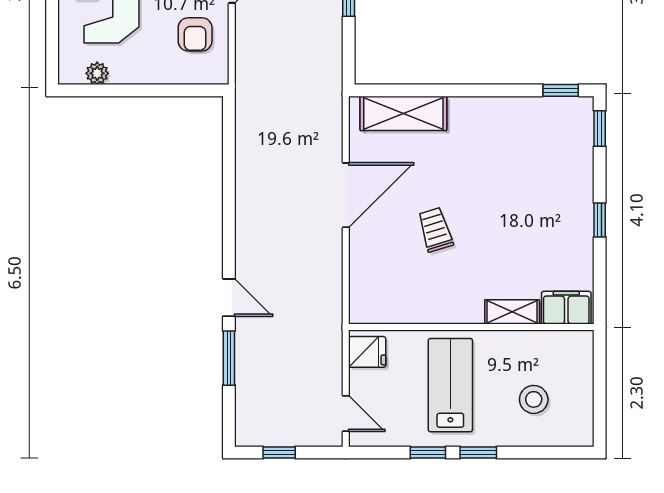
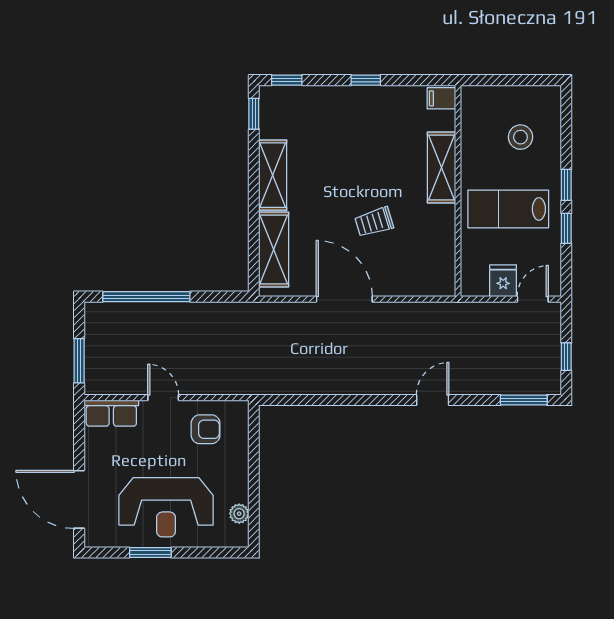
shelving: (490, 112) -> (273, 175), added
filing cabinet: (566, 308) -> (441, 98), width x0.50
shelving: (512, 312) -> (441, 168), width x1.50, depth x1.33
fridge: (367, 352) -> (503, 281), moved
window: (229, 358) -> (524, 400), moved

